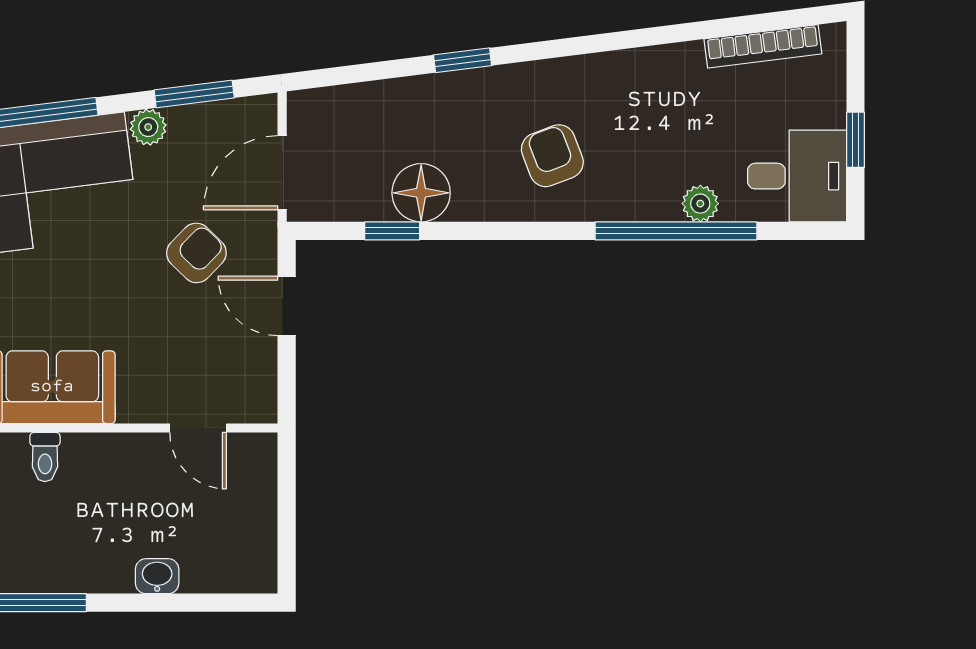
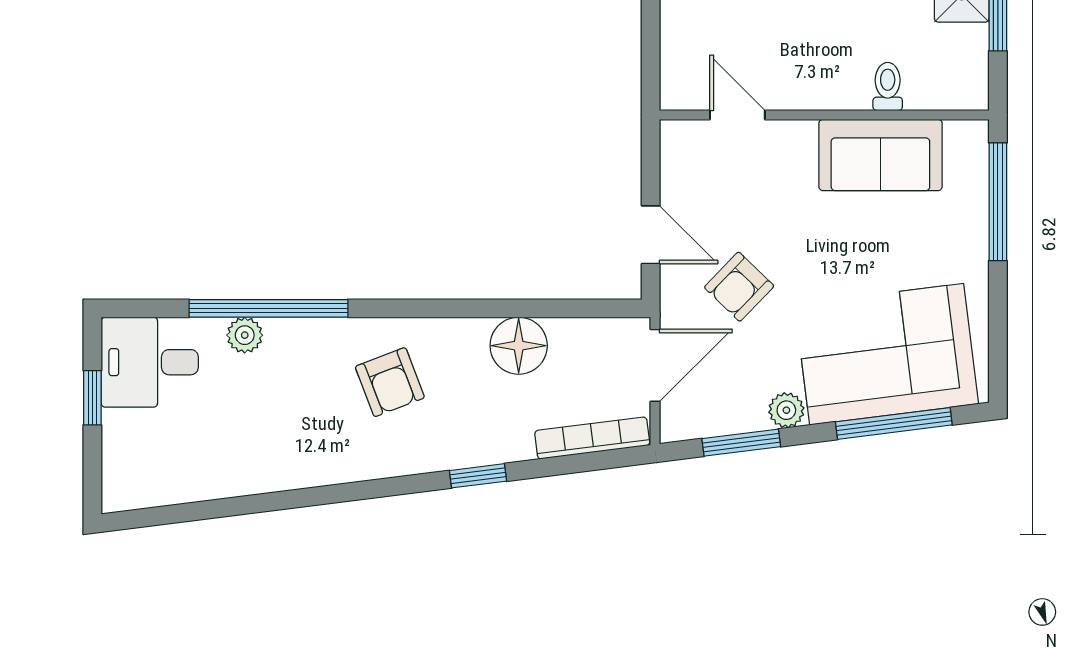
bookcase: (763, 46) -> (592, 438), moved
window: (392, 231) -> (547, 308), removed

